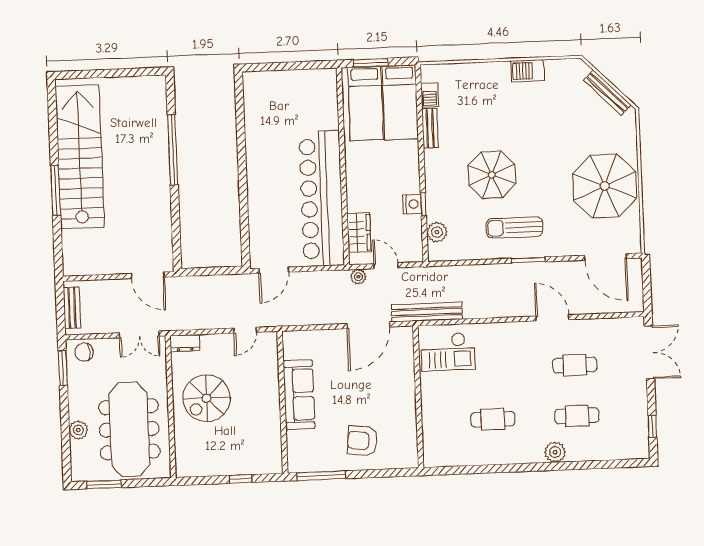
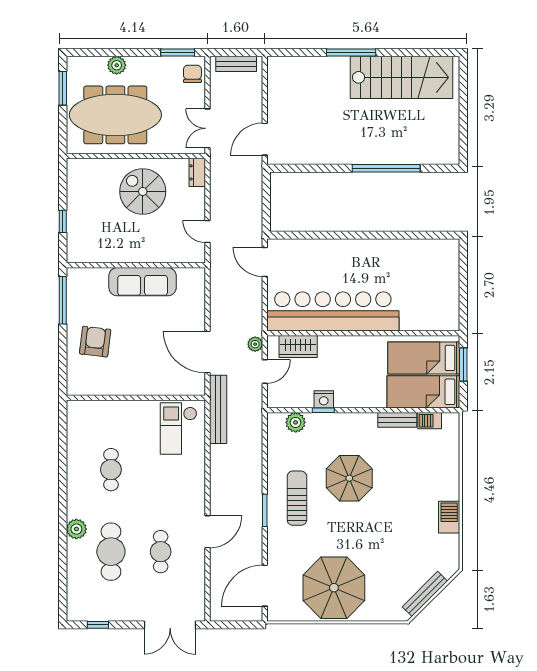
stairs: (80, 157) -> (401, 77), width x0.73
cafe table: (577, 416) -> (111, 552), width x1.37, depth x1.35

